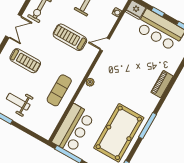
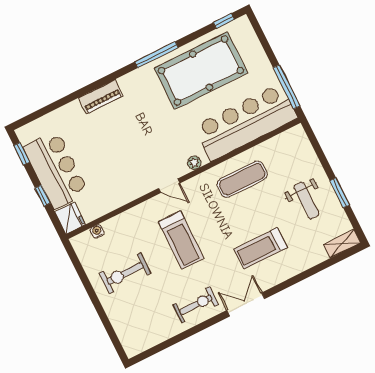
door: (105, 44) -> (169, 186), moved
treadmill: (25, 61) -> (261, 248), turned -90
bar counter: (73, 129) -> (246, 122), width x1.36

